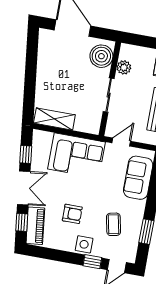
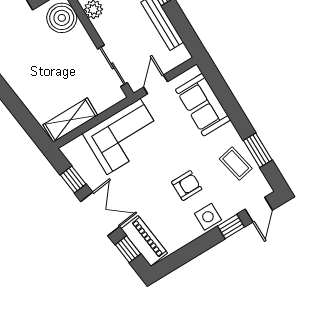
sliding door: (109, 95) -> (113, 66), moved
armchair: (72, 214) -> (187, 186), moved
coffee table: (114, 224) -> (236, 164), moved

